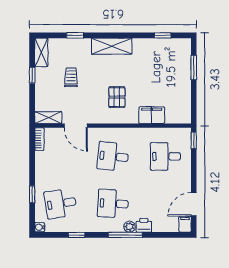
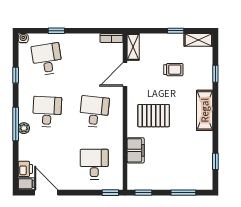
pallet: (117, 97) -> (154, 116), width x1.50, depth x1.42
window: (194, 107) -> (143, 193), added
printer: (144, 225) -> (25, 169), moved

